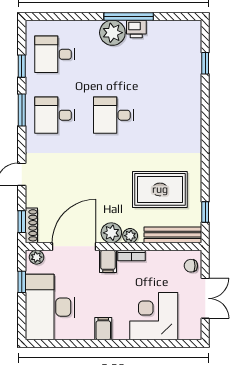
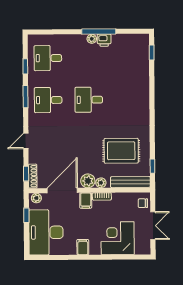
plant: (112, 33) -> (92, 39), width x0.53, depth x0.53
window: (205, 63) -> (152, 53), moved

